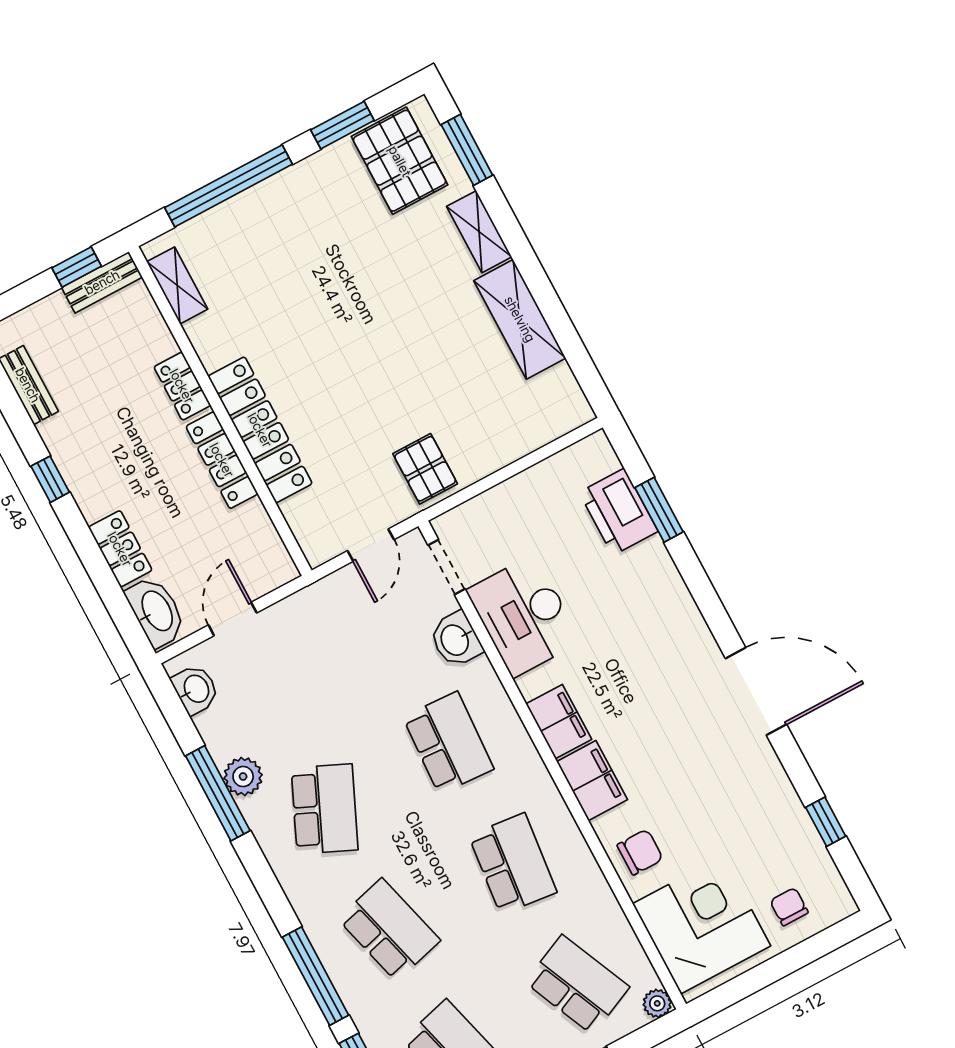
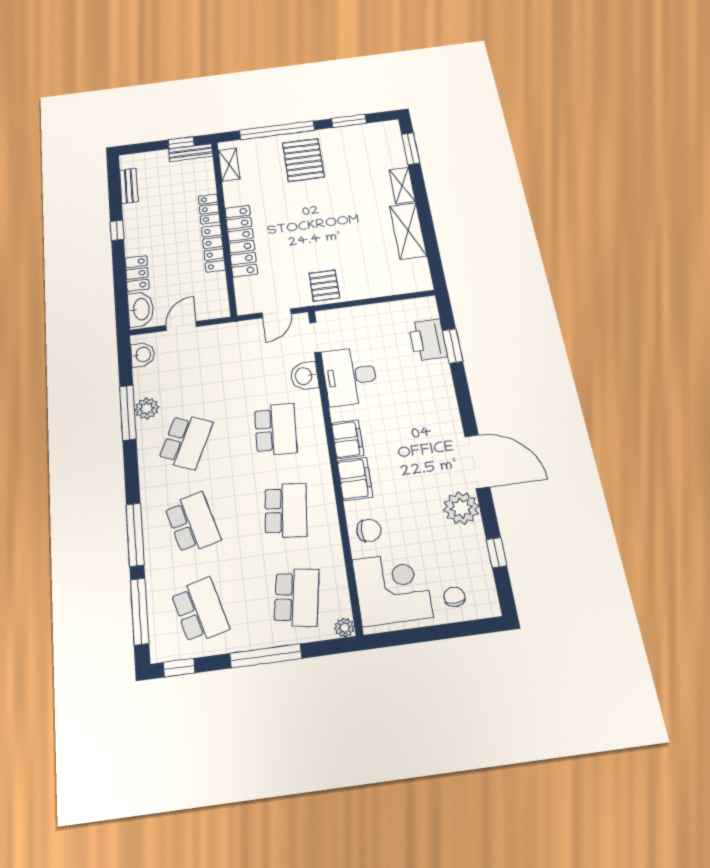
pallet: (400, 161) -> (303, 160), moved
plant: (757, 772) -> (461, 508), added
school desk: (577, 985) -> (297, 597), turned 33

